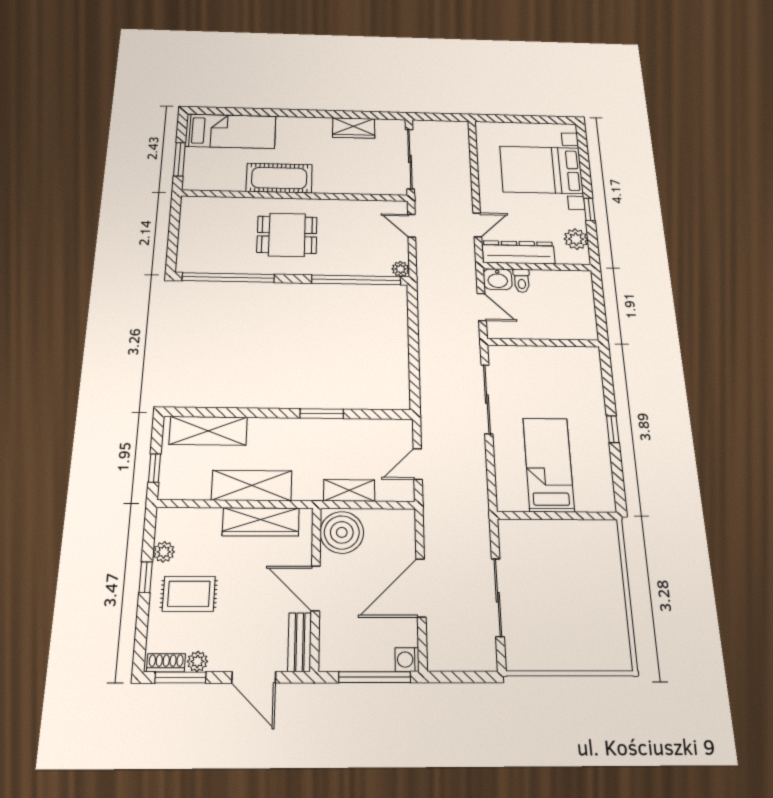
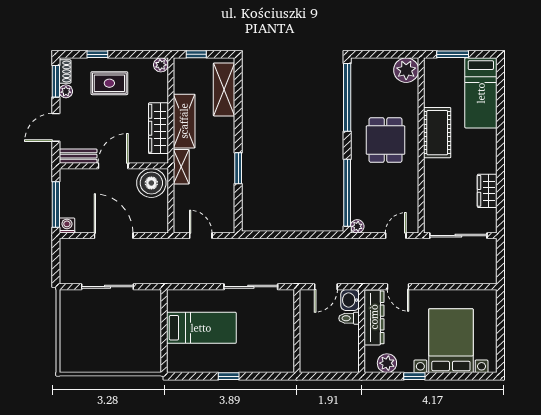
plant: (196, 210) -> (406, 70), added
shelving: (349, 490) -> (181, 167), moved
plant: (164, 552) -> (161, 65), moved
window: (146, 577) -> (97, 54), moved
rug: (189, 594) -> (109, 83), turned 90

